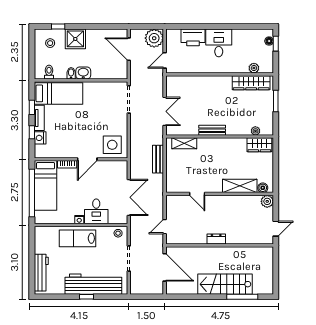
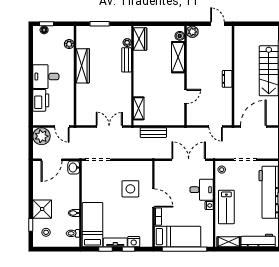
washbasin: (83, 73) -> (74, 168), moved
wardrobe: (251, 83) -> (83, 66), moved
bench: (212, 130) -> (127, 60), moved
side table: (112, 145) -> (130, 189), moved
shelving: (40, 241) -> (229, 242), added

